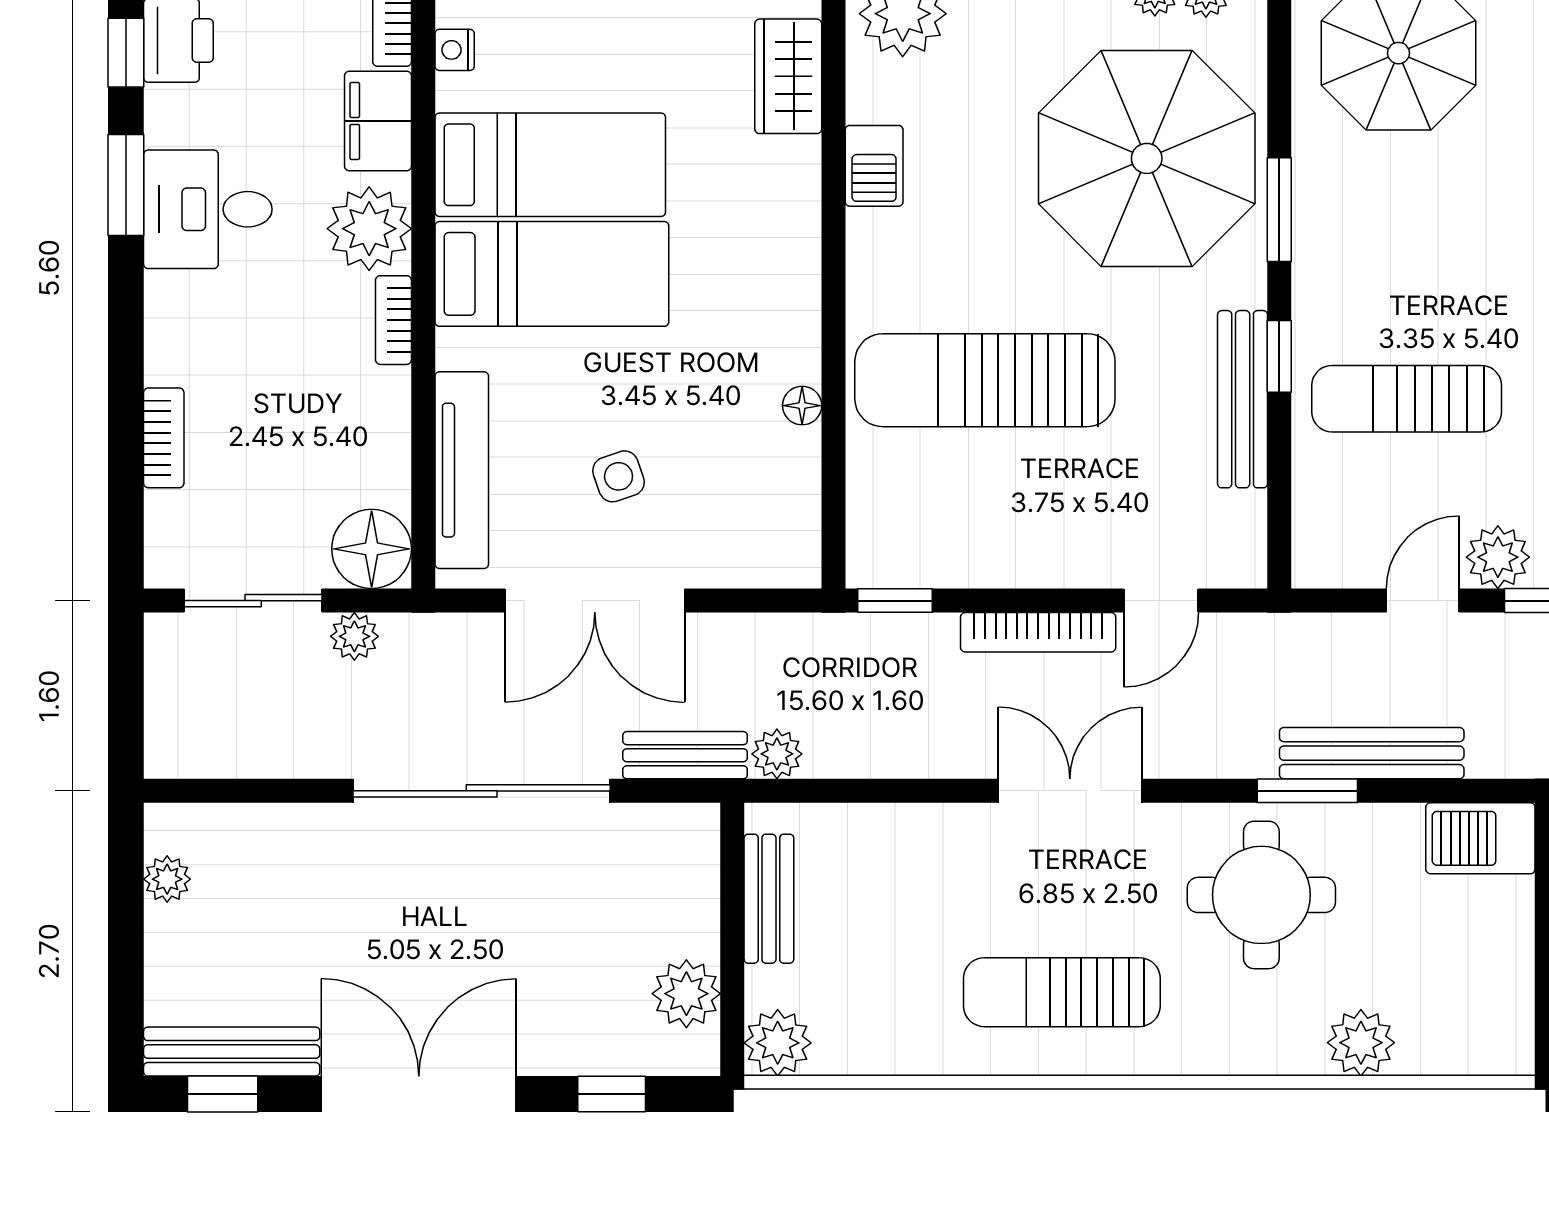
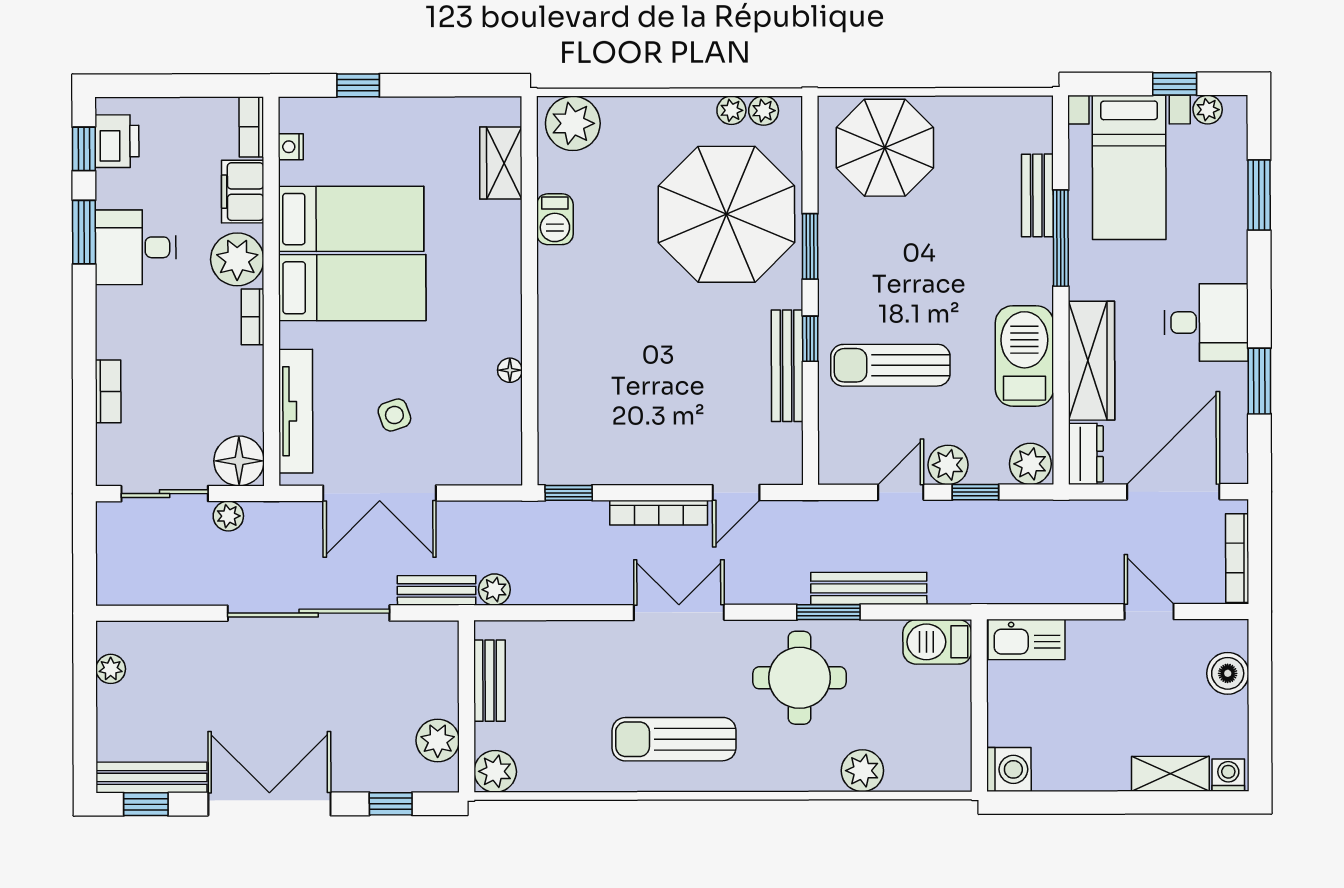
sun lounger: (985, 380) -> (625, 354), removed

